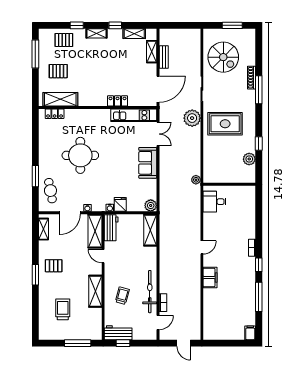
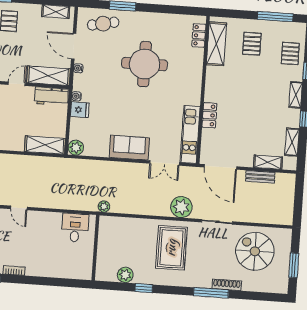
spiral stairs: (223, 57) -> (255, 251), turned 90

